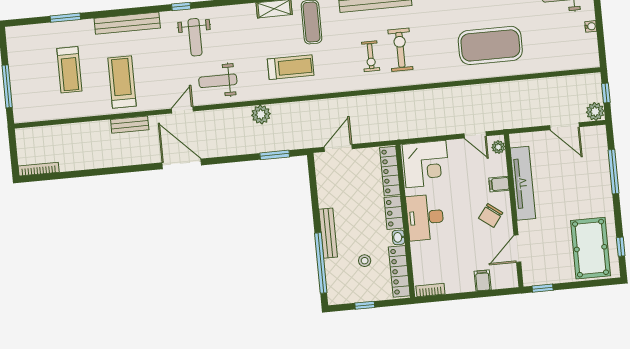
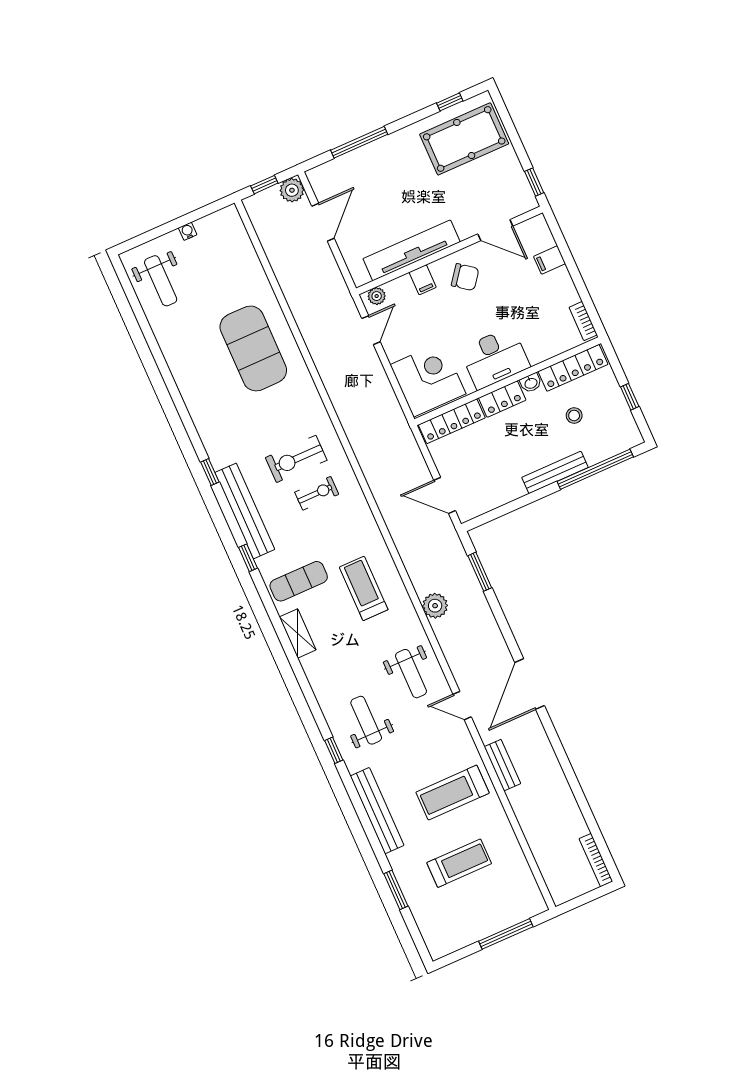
weight bench: (195, 37) -> (366, 720), turned -90

